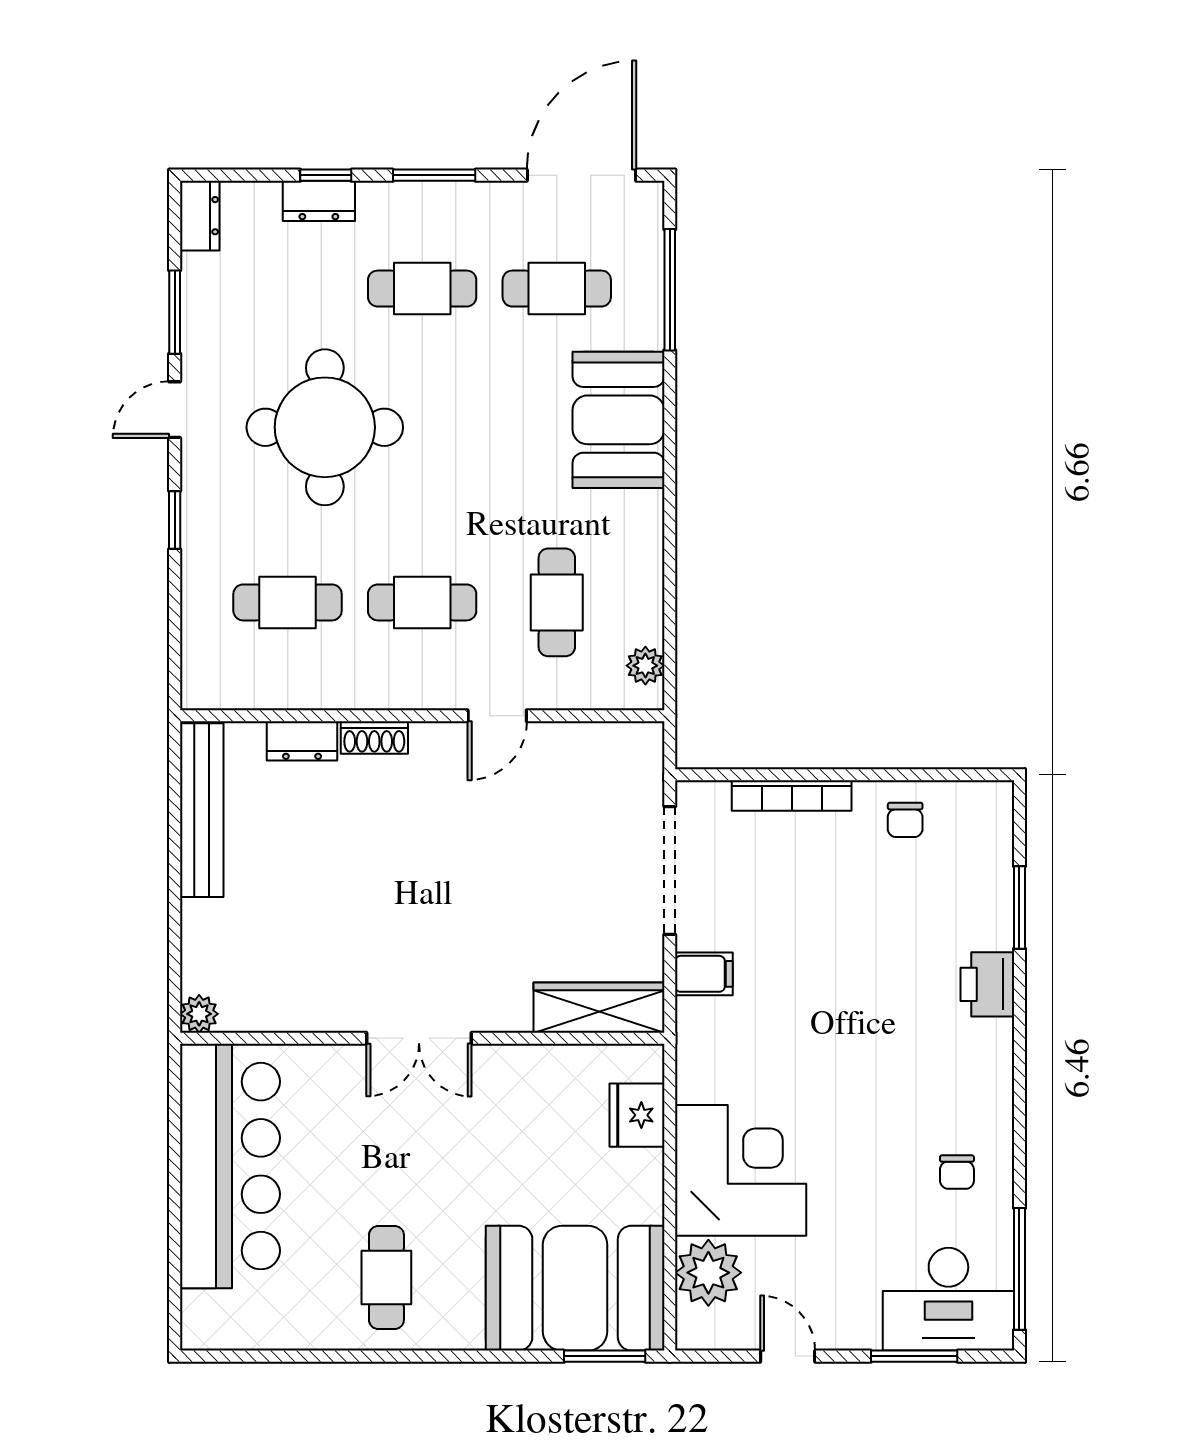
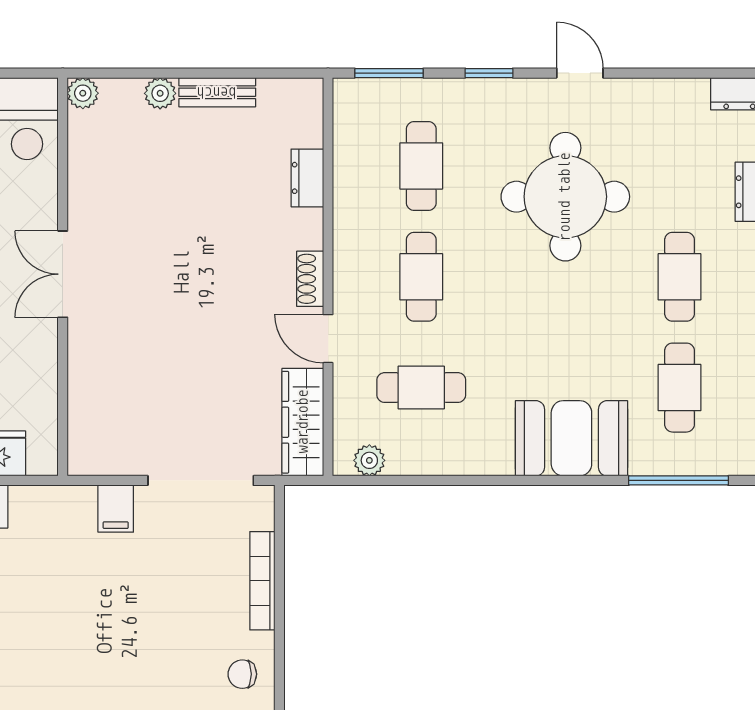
window: (175, 312) -> (389, 73), moved
shoe rack: (374, 737) -> (310, 279), moved
bench: (202, 810) -> (217, 92), width x0.54, depth x0.82
plant: (199, 920) -> (160, 93), added
wardrobe: (599, 1008) -> (303, 422), moved, turned 180

